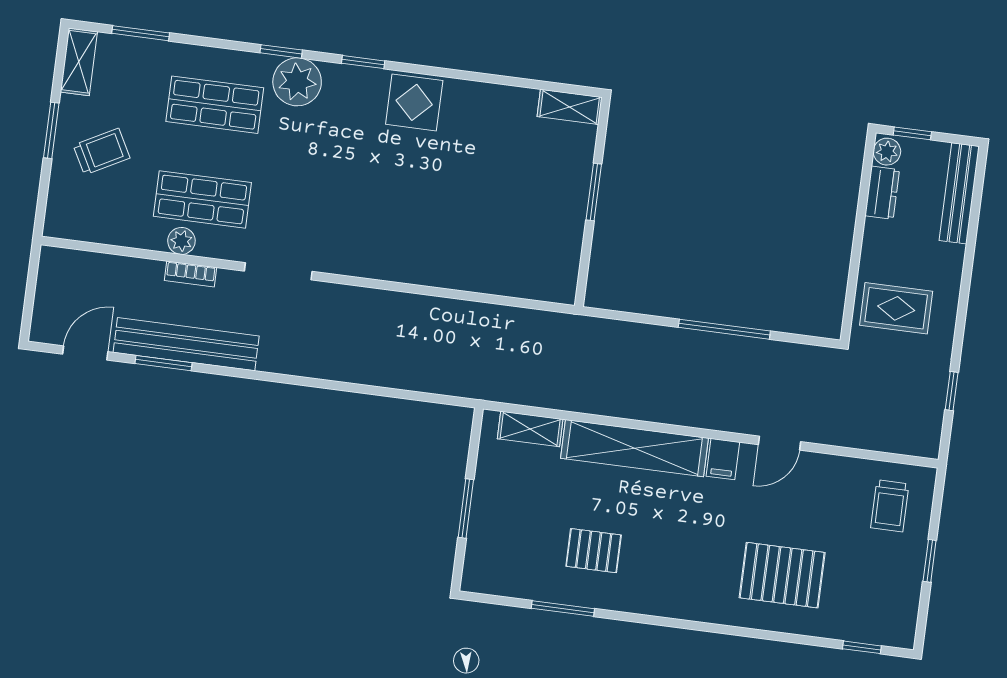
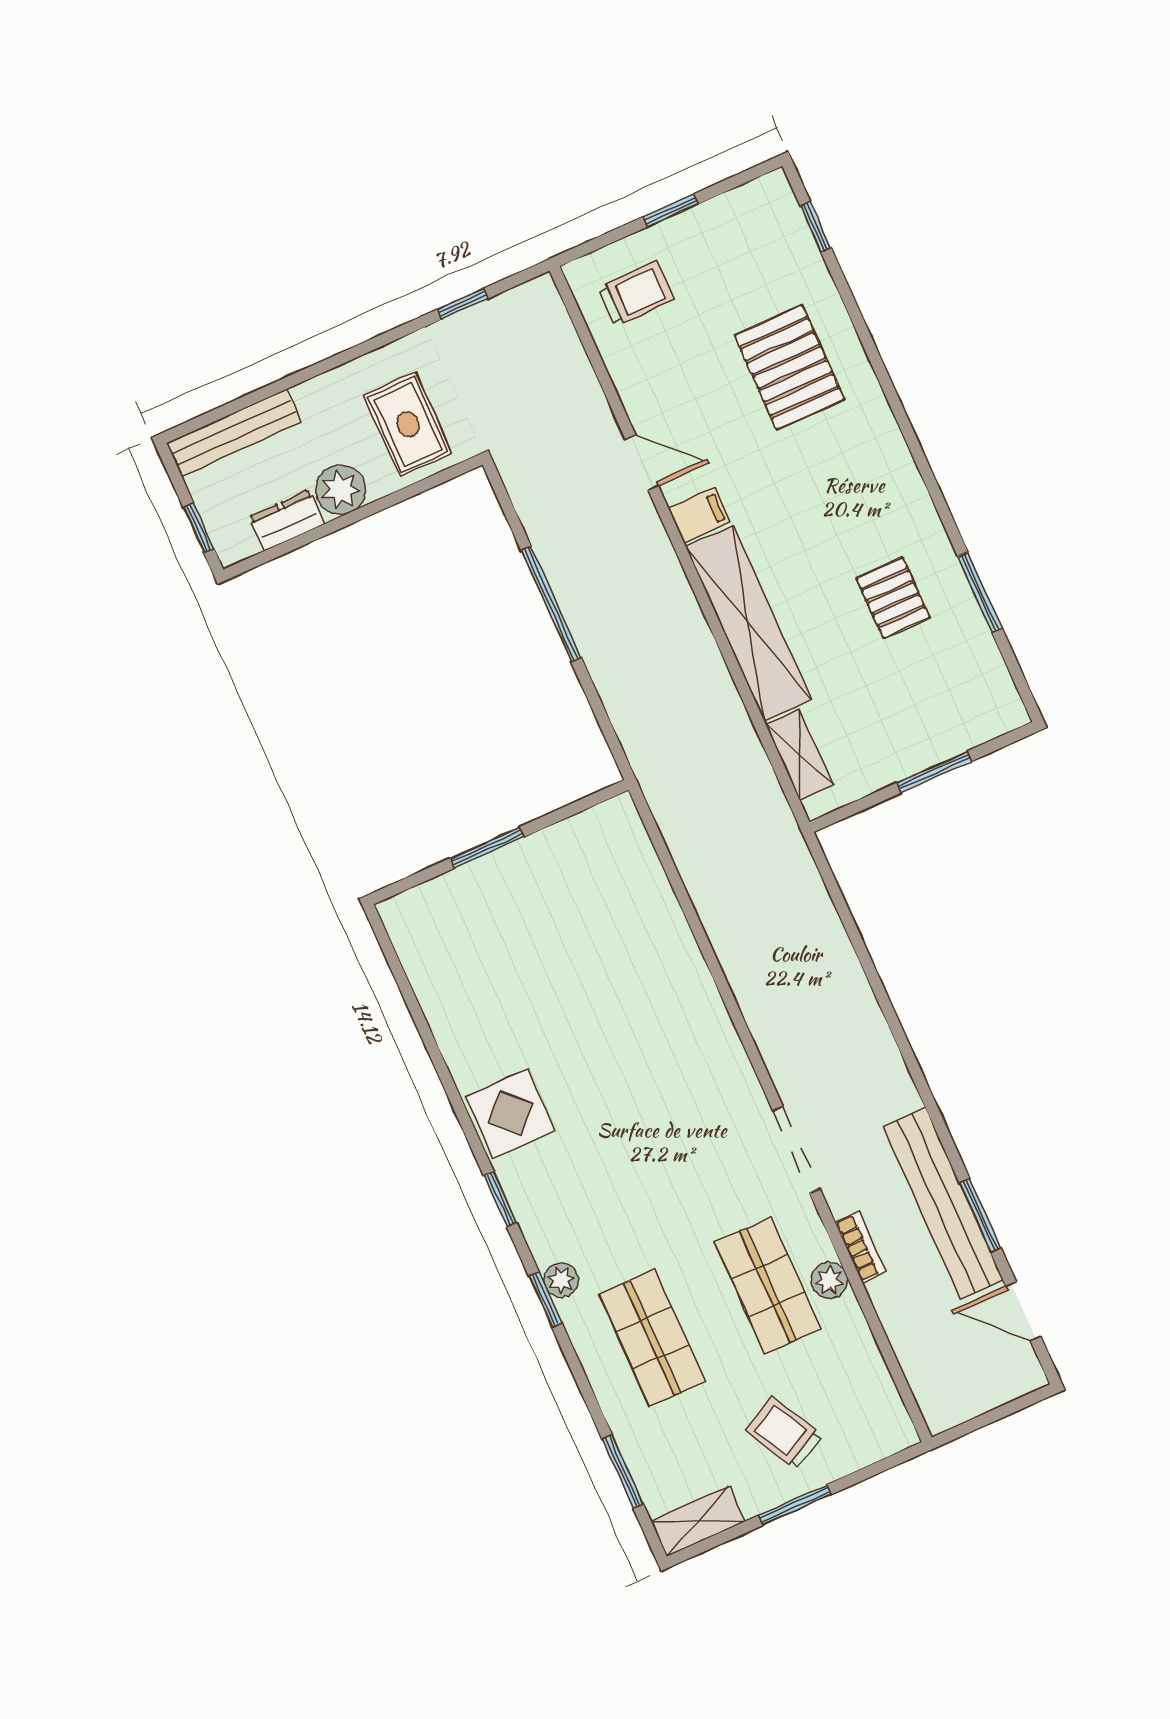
plant: (297, 82) -> (561, 1280), width x0.53, depth x0.53
shelving: (570, 107) -> (407, 934), removed
plant: (887, 152) -> (341, 490), moved, width x1.38, depth x1.38

